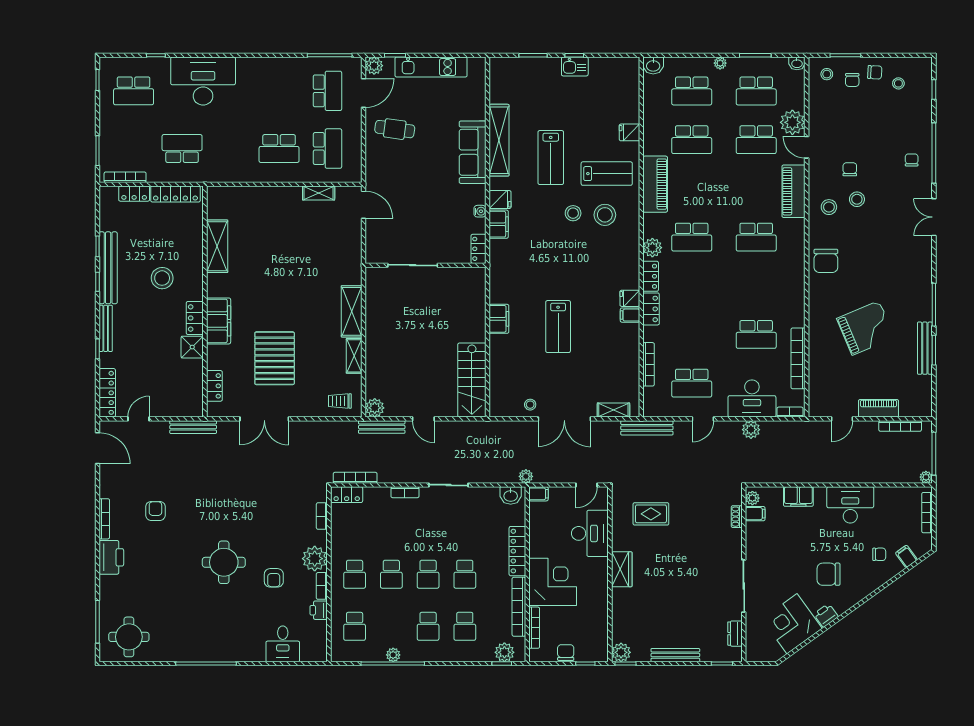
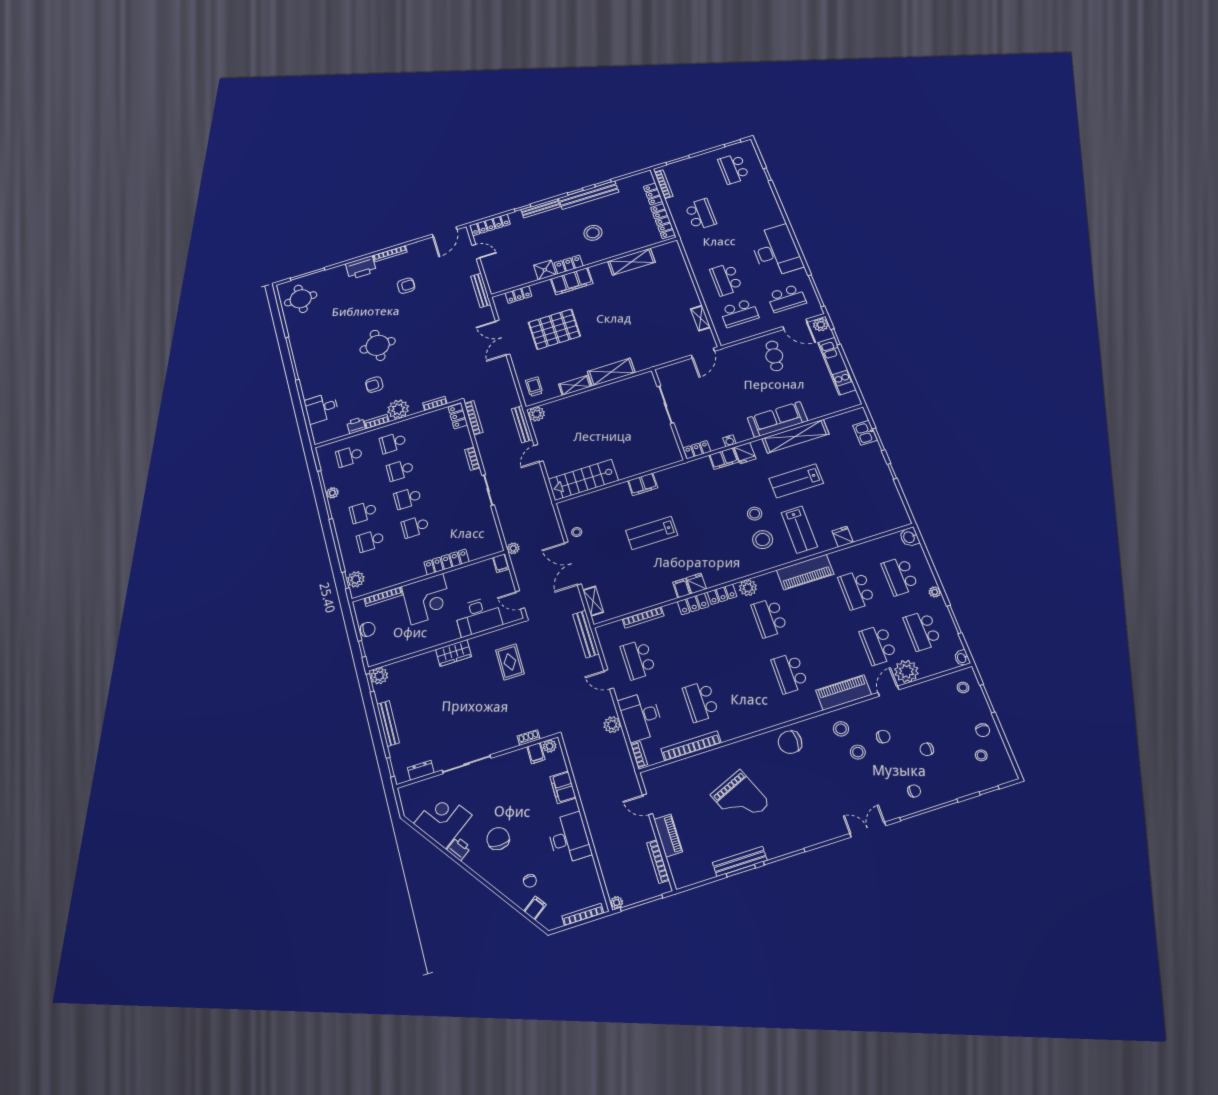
kitchen sink: (575, 66) -> (865, 433), moved
chair: (852, 80) -> (927, 749), moved
desk: (203, 81) -> (776, 251), moved
washbasin: (511, 495) -> (493, 541), removed
bookcase: (519, 607) -> (398, 578), removed

